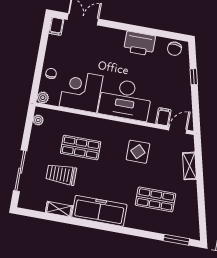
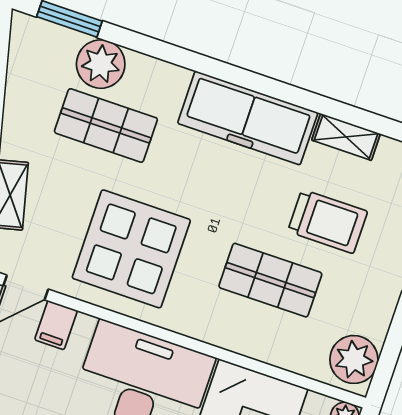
plant: (38, 120) -> (354, 359), width x1.88, depth x1.88
display table: (138, 152) -> (131, 249), width x1.86, depth x1.86
plant: (161, 224) -> (101, 64), added

